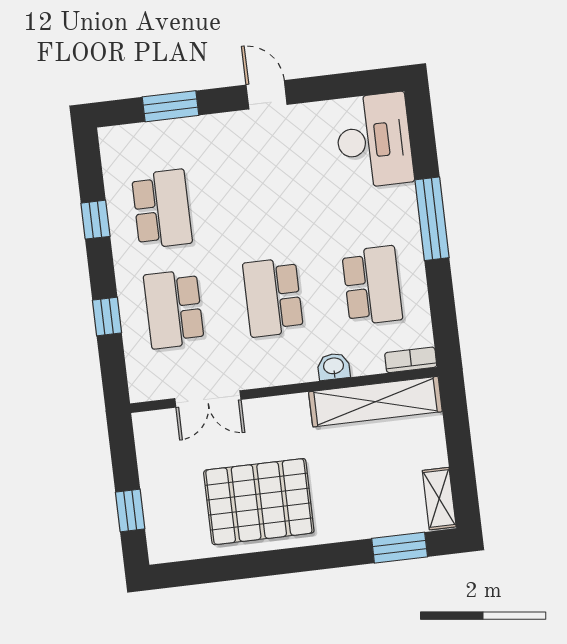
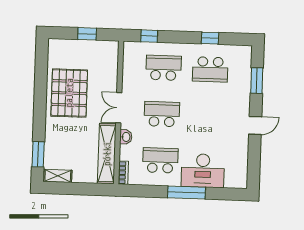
desk: (374, 140) -> (203, 171), moved
school desk: (372, 285) -> (160, 160), turned 180
window: (107, 316) -> (149, 36), moved
double door: (208, 399) -> (119, 108), moved
window: (130, 511) -> (87, 34), moved

